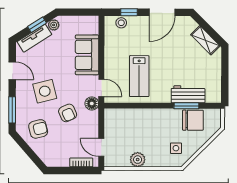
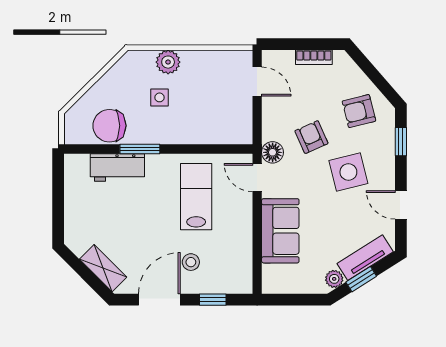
stool: (121, 23) -> (191, 262), moved
shelving: (205, 40) -> (103, 268), moved
window: (186, 106) -> (140, 149), moved
window: (12, 110) -> (401, 142), width x0.67
side table: (176, 148) -> (160, 97), moved
plant: (138, 160) -> (168, 62), moved
bookcase: (81, 162) -> (314, 57), moved

